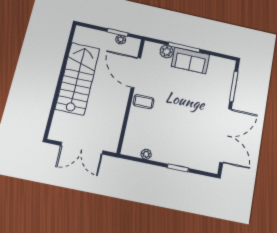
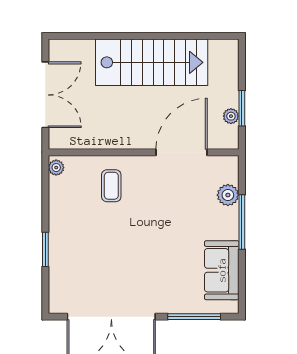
sofa: (190, 61) -> (222, 270), moved
coffee table: (143, 102) -> (111, 186), moved
double door: (82, 148) -> (45, 95), swing flipped
plant: (146, 154) -> (56, 168), moved

